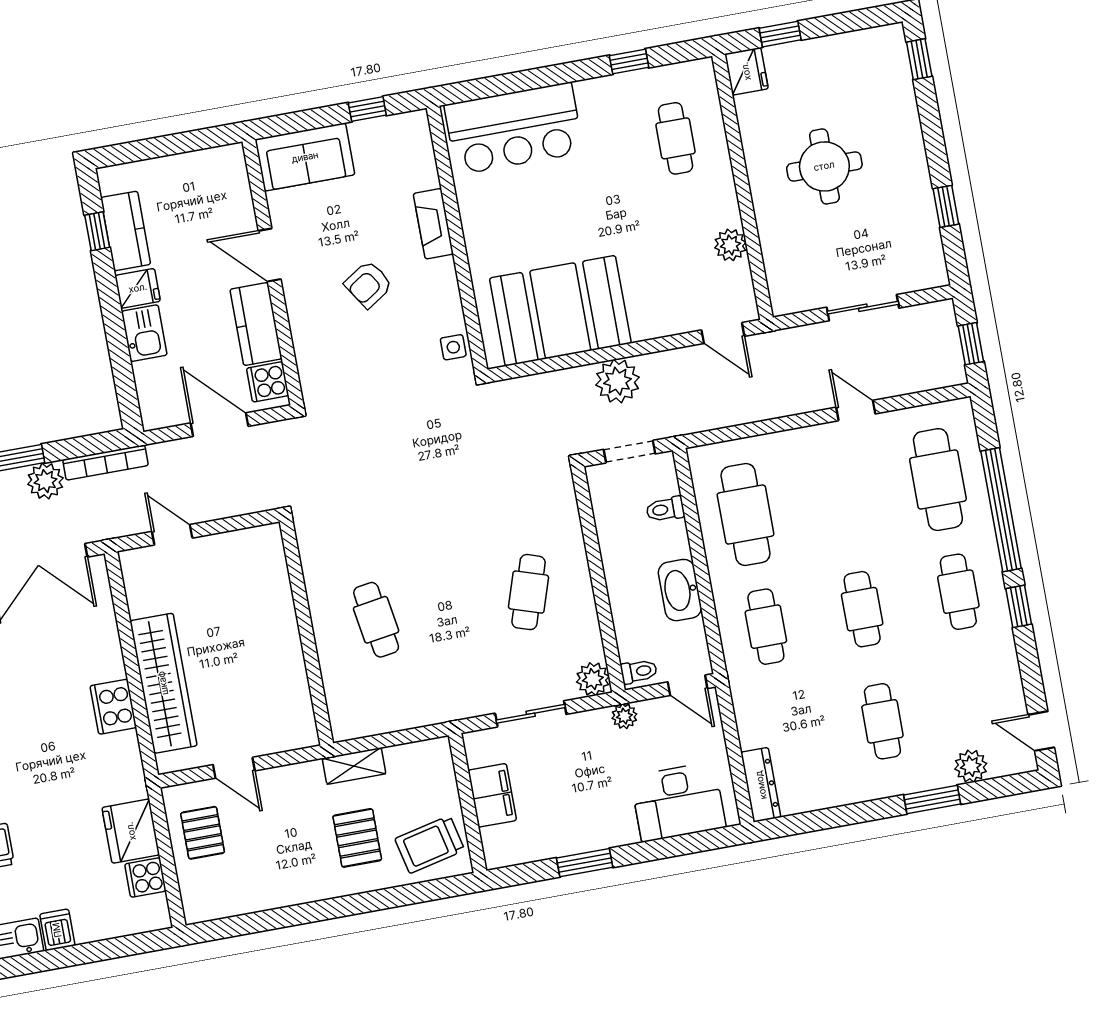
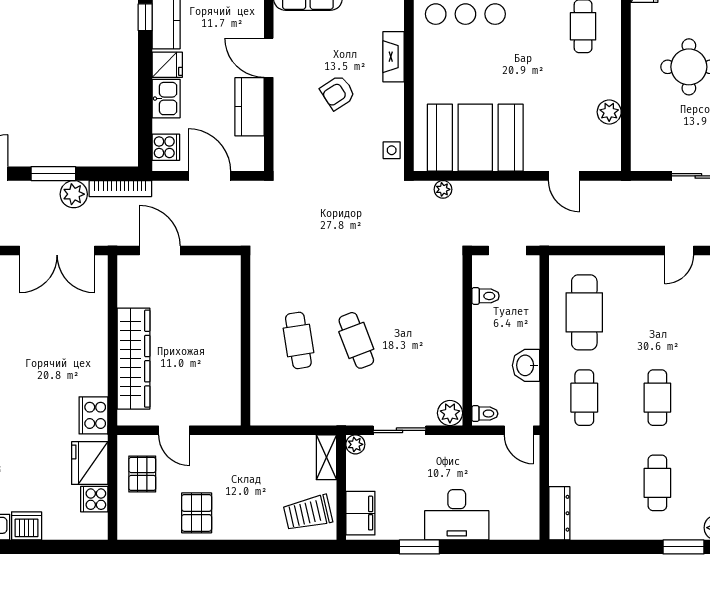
door: (723, 333) -> (564, 176), moved
plant: (618, 381) -> (443, 189), moved, width x0.53, depth x0.53
cooker: (268, 382) -> (166, 147), moved, turned 180
door: (856, 410) -> (679, 251), swing flipped
toilet: (665, 509) -> (485, 296), moved, turned 180
door: (172, 535) -> (160, 251), width x1.38
washbasin: (680, 590) -> (526, 365), width x0.72
cafe table: (529, 592) -> (356, 340), moved, turned -39
cooker: (113, 707) -> (93, 415), moved
plant: (624, 716) -> (355, 444), moved
shelving: (354, 766) -> (326, 457), moved, turned 90
filing cabinet: (492, 795) -> (360, 513), moved
desk: (678, 802) -> (457, 515), moved
pallet: (357, 838) -> (197, 513), moved
dishwasher: (57, 930) -> (27, 526), width x1.38

